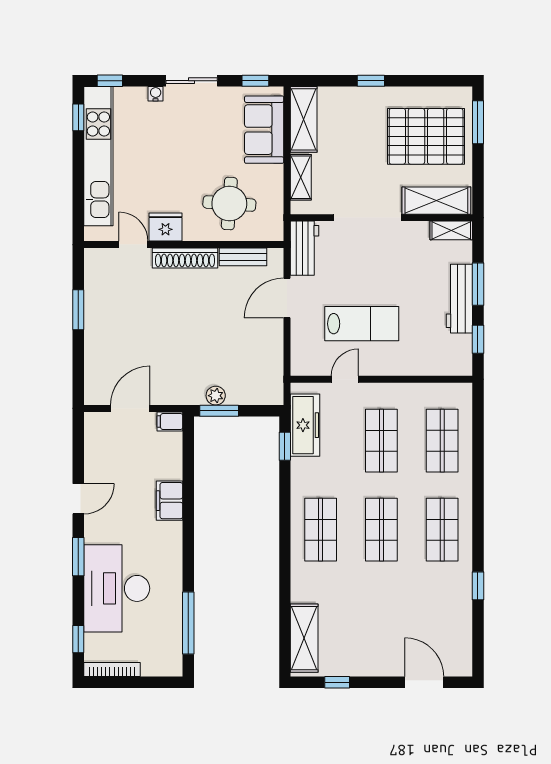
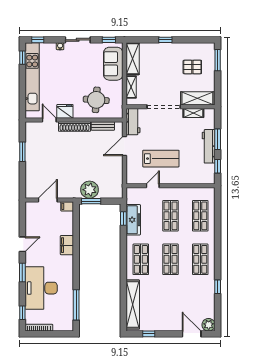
pallet: (426, 136) -> (192, 67), width x0.49, depth x0.50
shelving: (451, 230) -> (193, 113), moved
plant: (216, 396) -> (90, 190), width x1.88, depth x1.88
freezer: (305, 425) -> (133, 220), moved
shelving: (304, 638) -> (133, 305), width x1.47
plant: (459, 663) -> (209, 325), added

